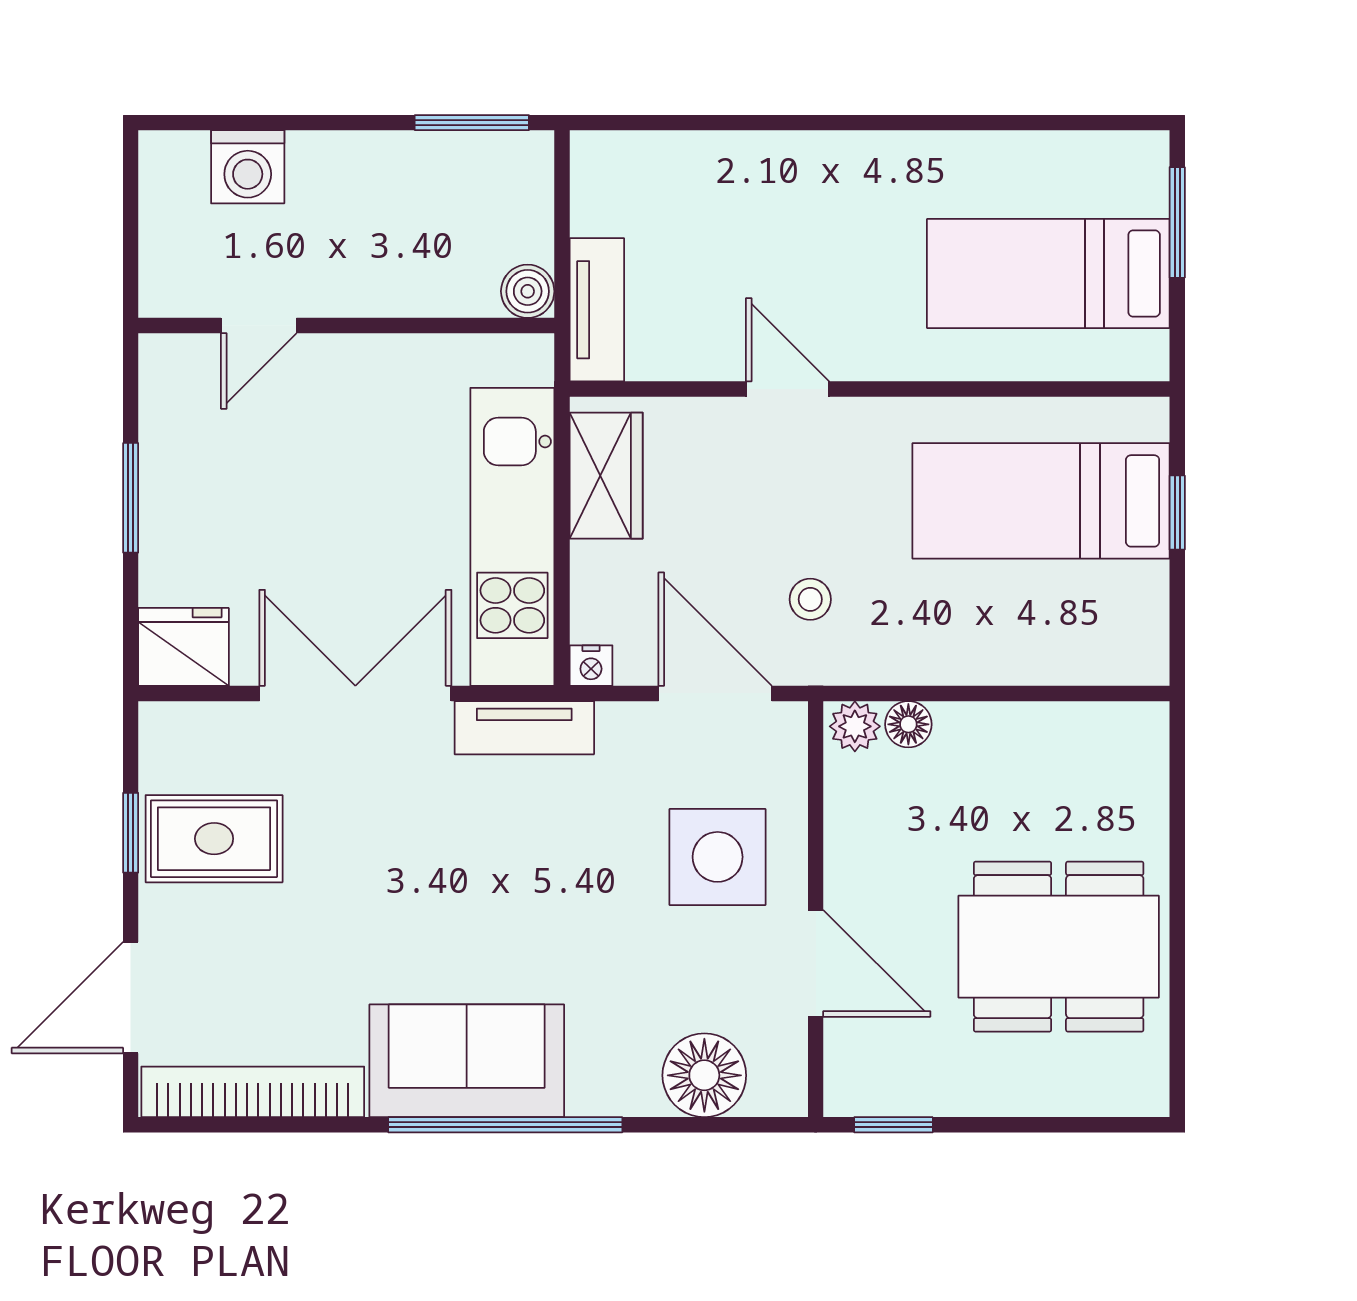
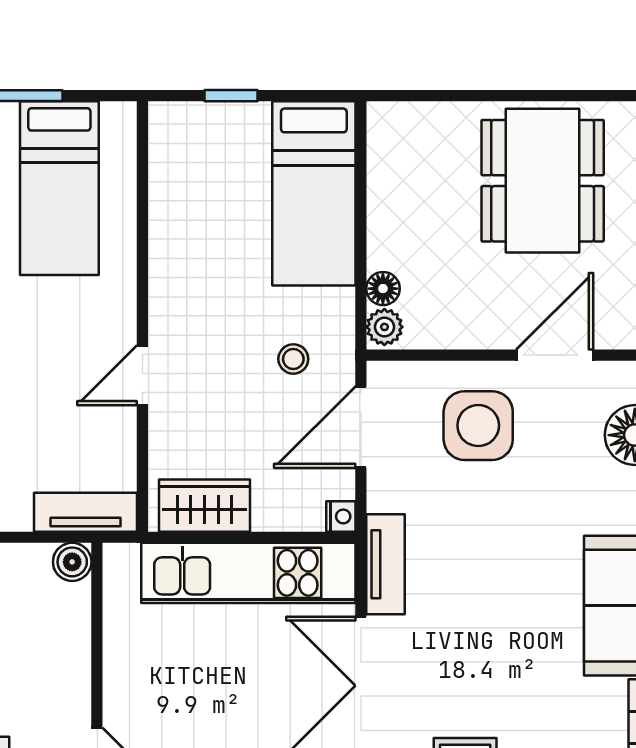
bed: (1041, 501) -> (314, 193), moved

